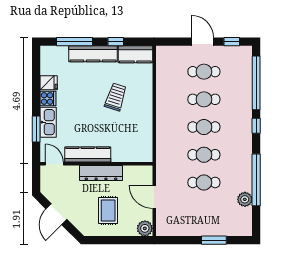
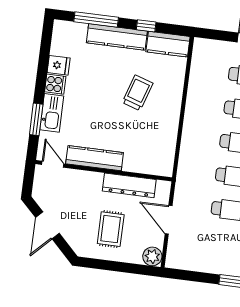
dresser: (101, 173) -> (129, 185), moved

